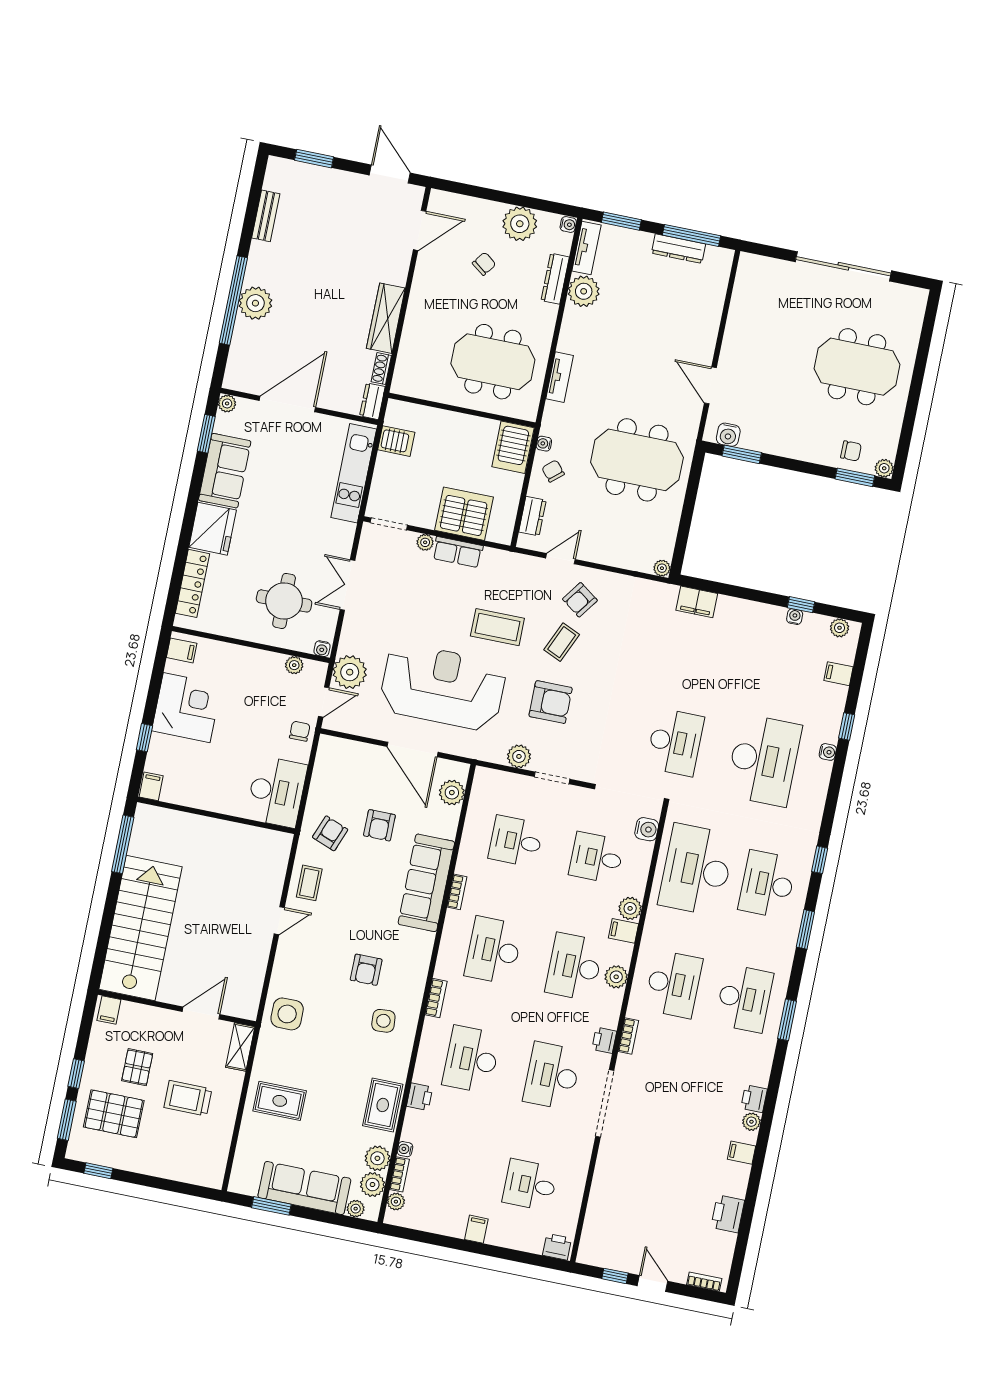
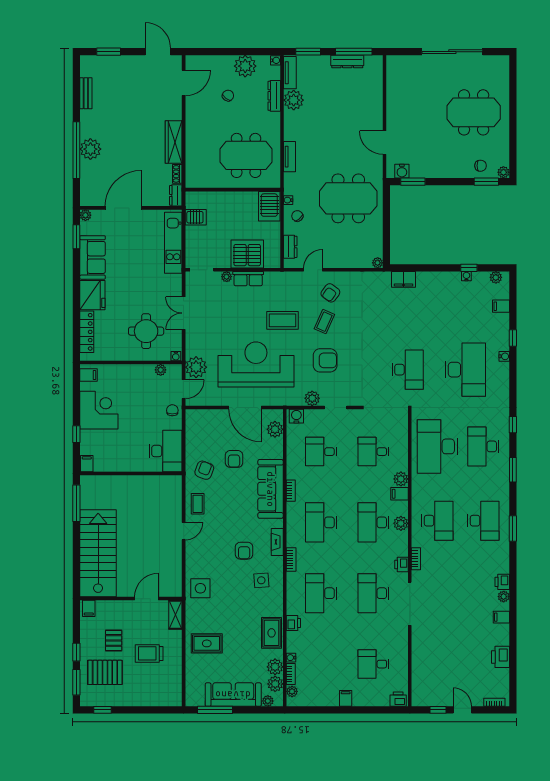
water cooler: (647, 829) -> (296, 416), moved, turned -90
fireplace: (420, 967) -> (277, 542), added
window: (271, 1206) -> (215, 710), width x1.44

